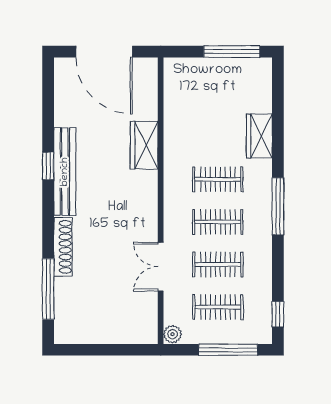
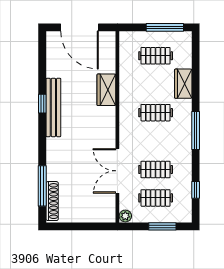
clothes rail: (218, 222) -> (156, 56), moved
shoe rack: (63, 247) -> (52, 201), moved
double door: (161, 267) -> (117, 171), width x1.37
window: (278, 314) -> (196, 190), moved
window: (228, 350) -> (162, 226), width x0.69

